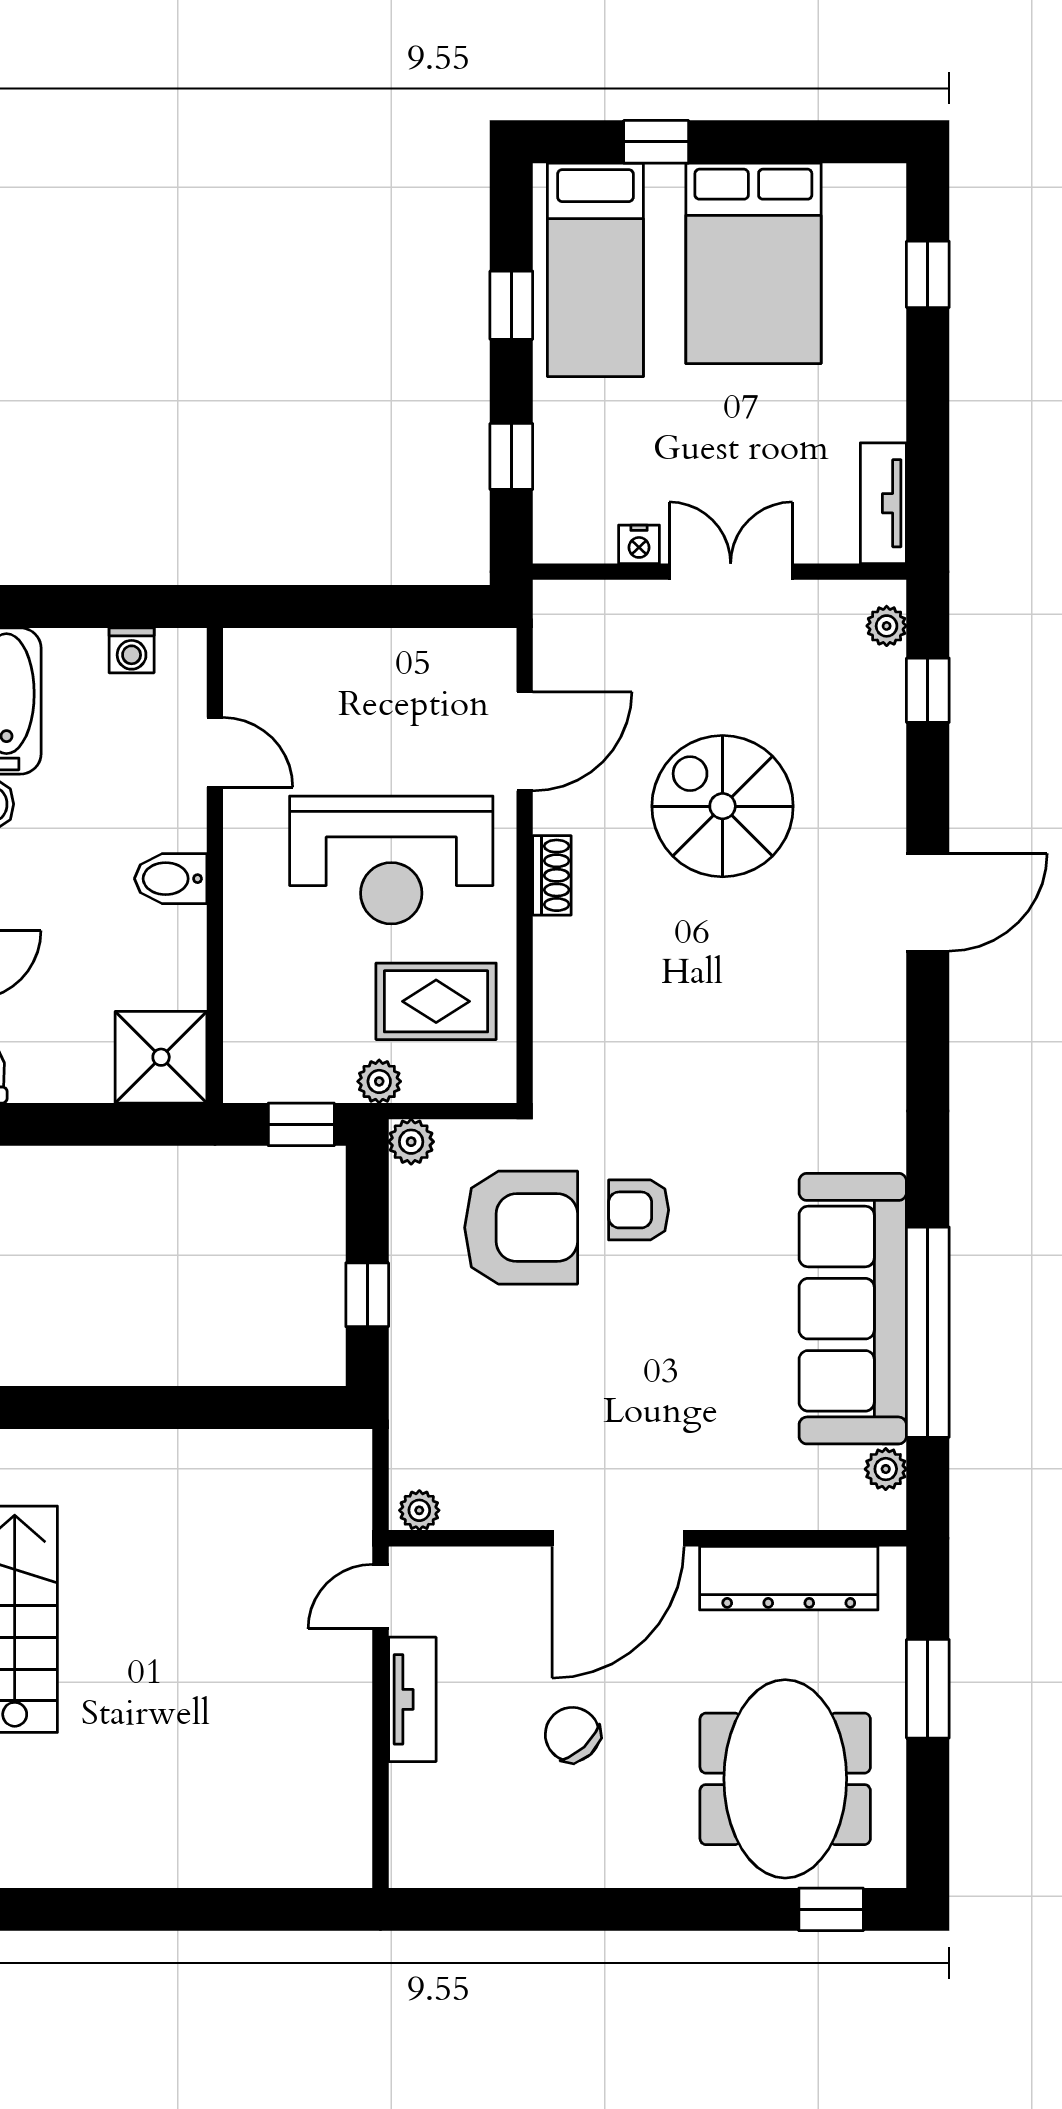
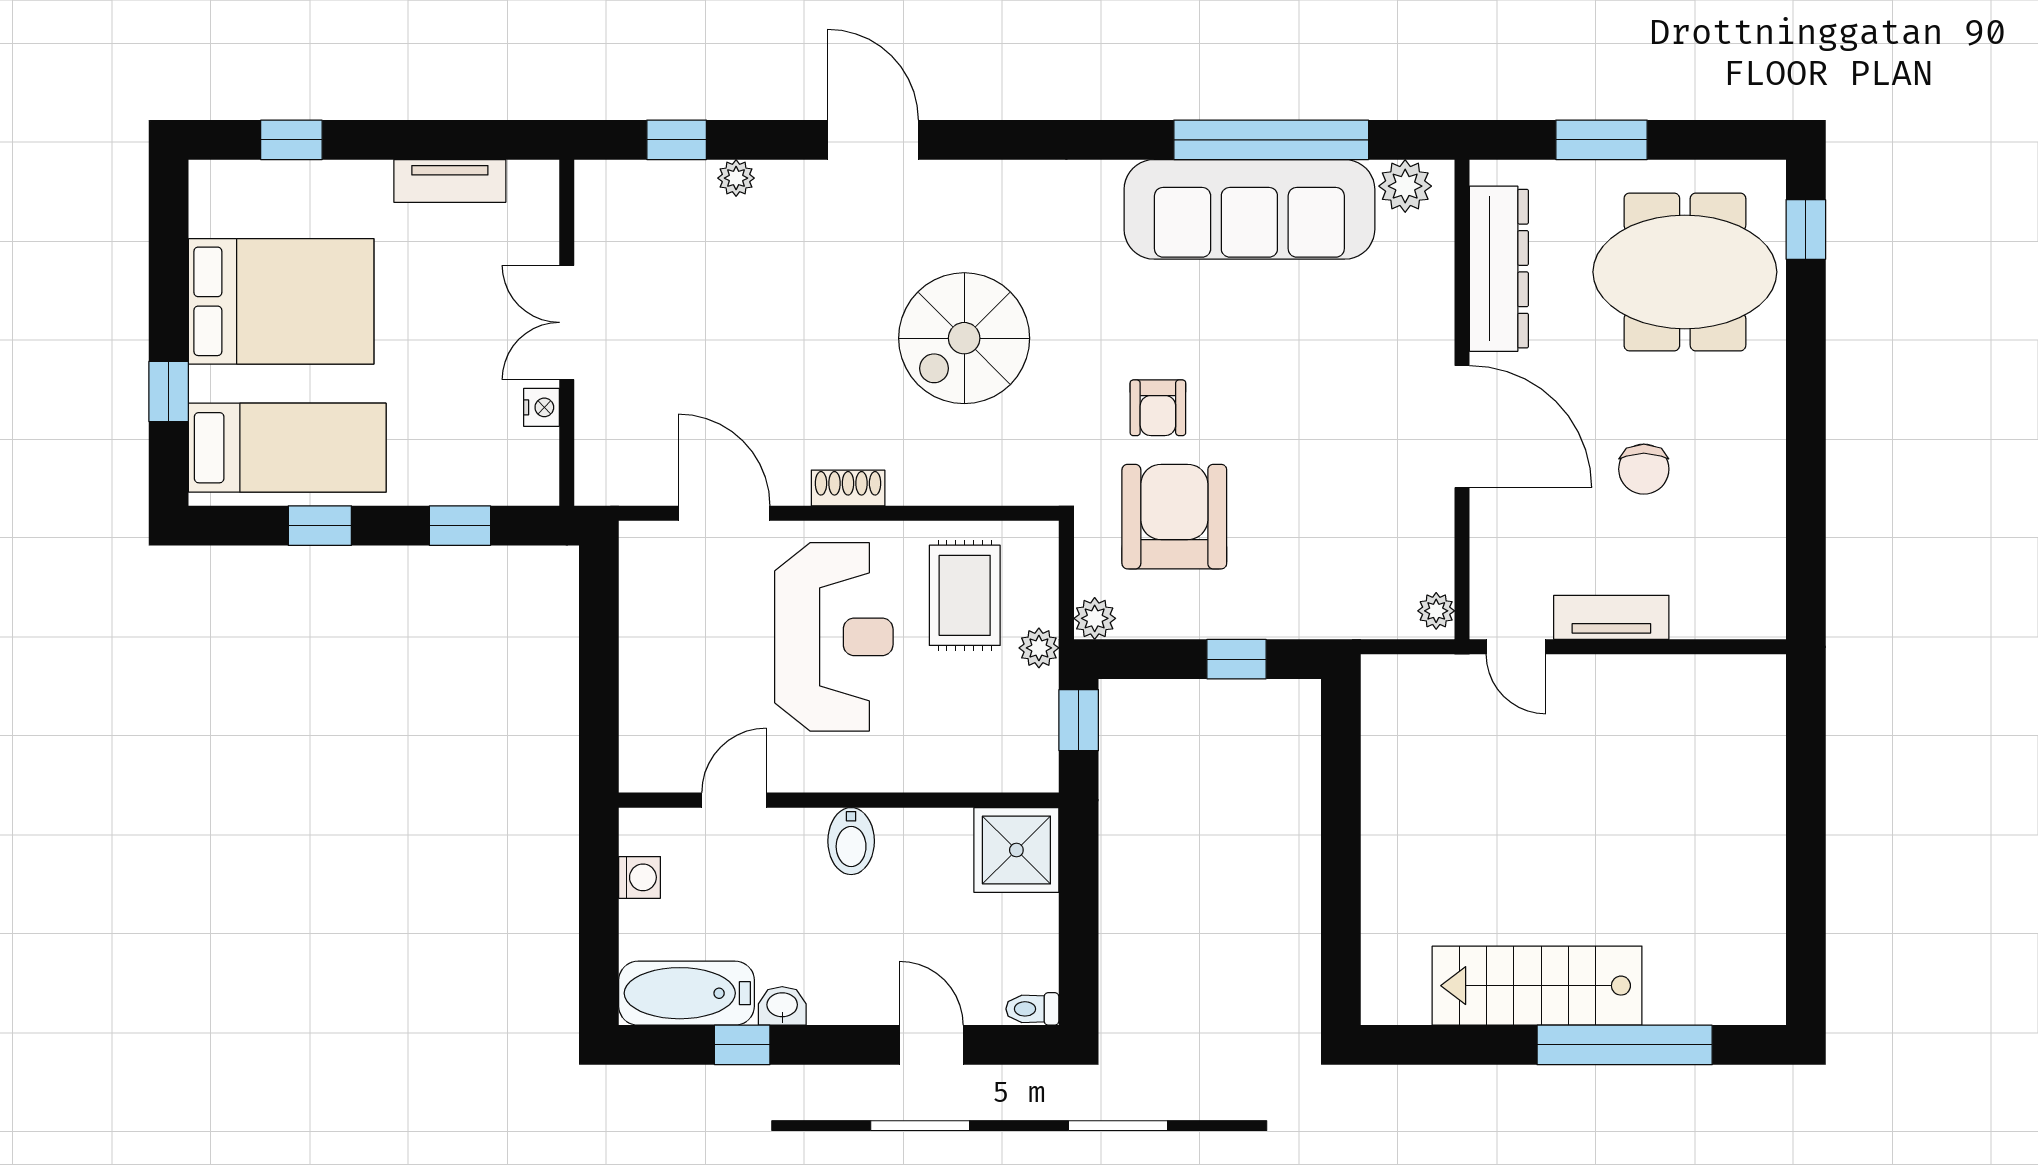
tv unit: (883, 503) -> (450, 181), moved
plant: (887, 626) -> (736, 178), moved
spiral stairs: (723, 806) -> (964, 338), moved
plant: (886, 1469) -> (1405, 186), width x1.38, depth x1.38
chair: (572, 1734) -> (1644, 469), turned -47

